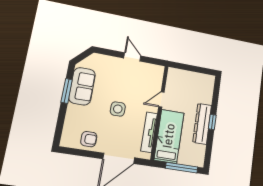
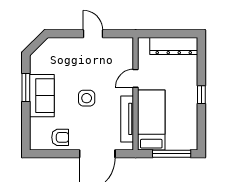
sofa: (82, 86) -> (42, 96), moved
dresser: (202, 124) -> (174, 46), moved, turned -90

